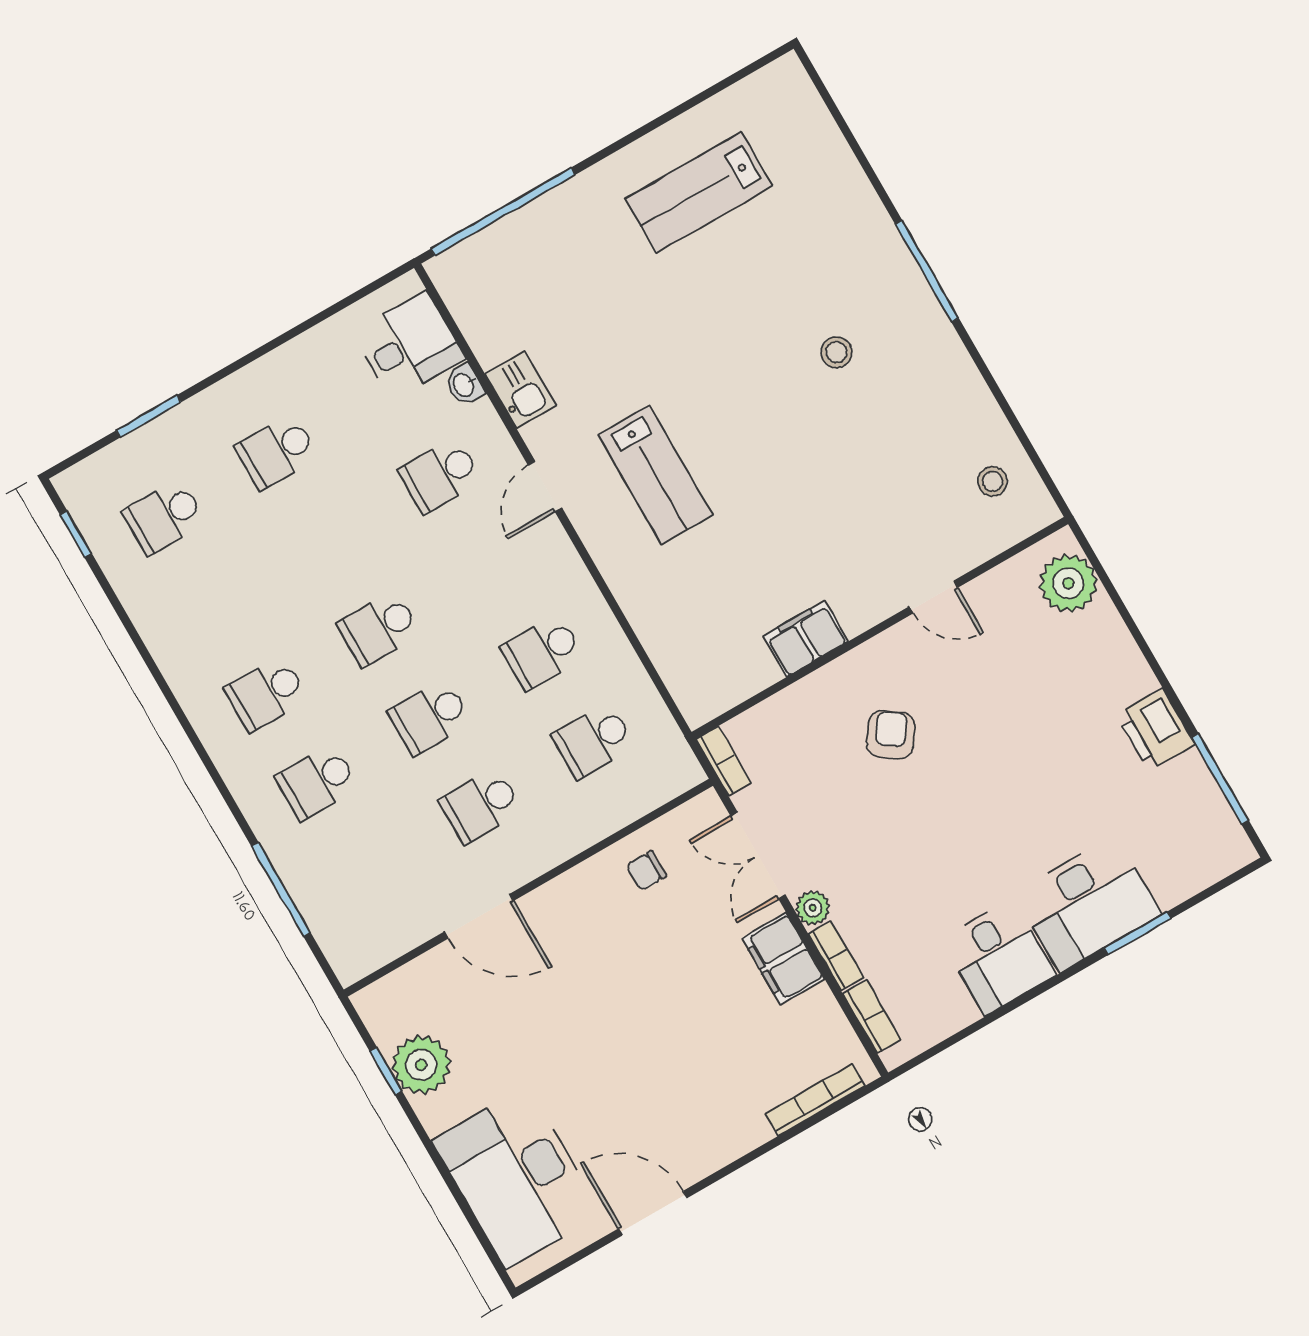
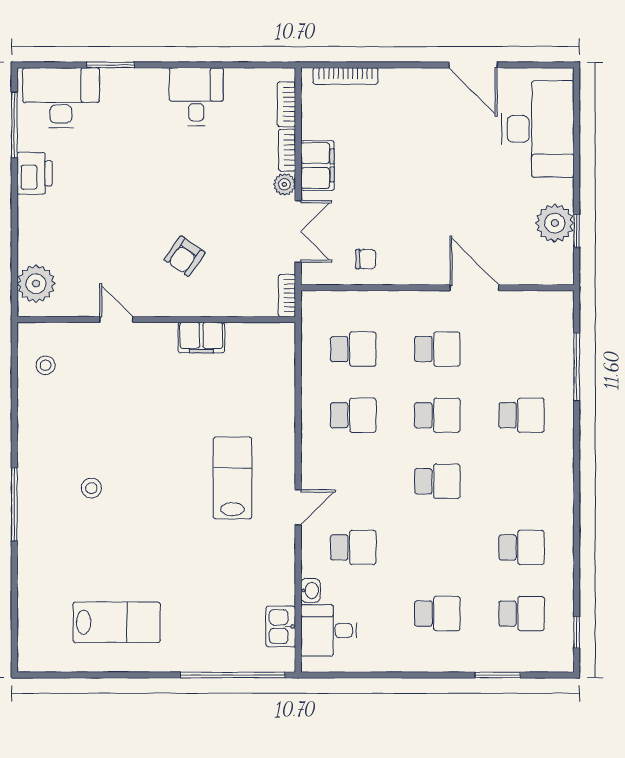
kitchen sink: (520, 390) -> (281, 627), moved
school desk: (266, 694) -> (522, 547), moved
desk: (1088, 904) -> (61, 98), moved

